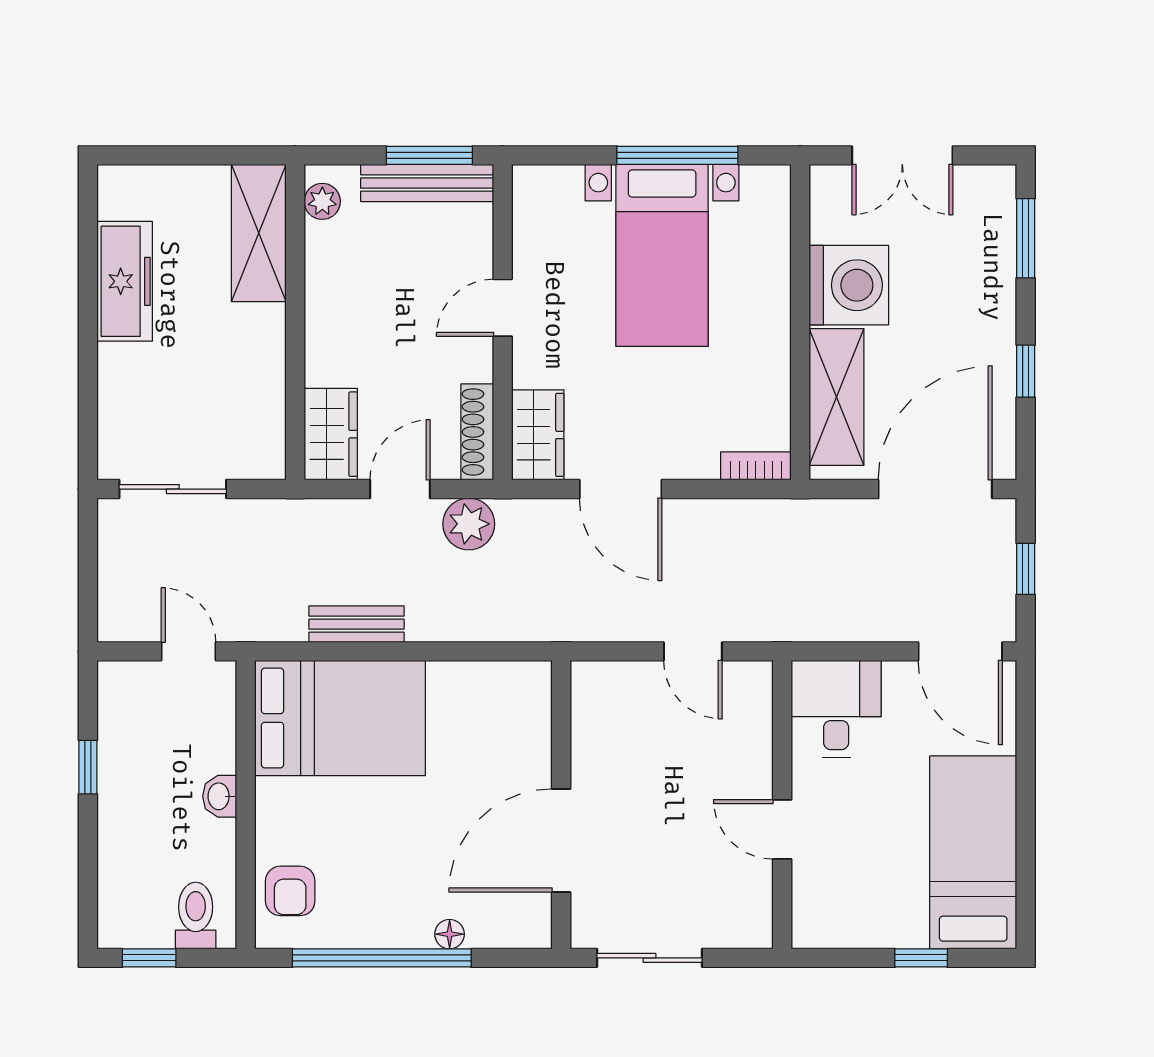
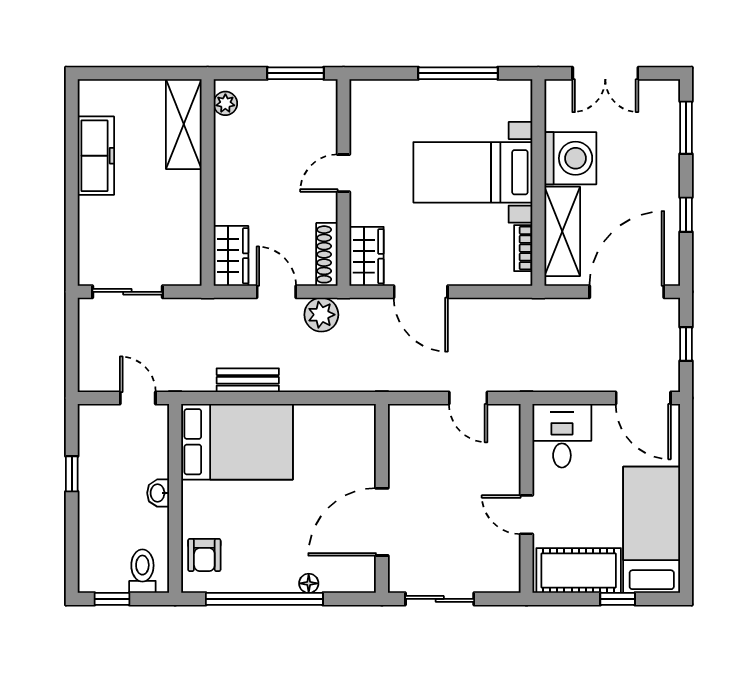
bench: (427, 183) -> (294, 91), removed
bed with nightstands: (662, 255) -> (473, 172), moved, turned 90
bookcase: (756, 466) -> (523, 248), moved, turned -90
door: (400, 489) -> (276, 292), hinge flipped
cot: (862, 915) -> (579, 570), added

